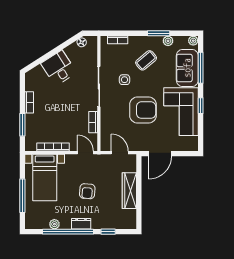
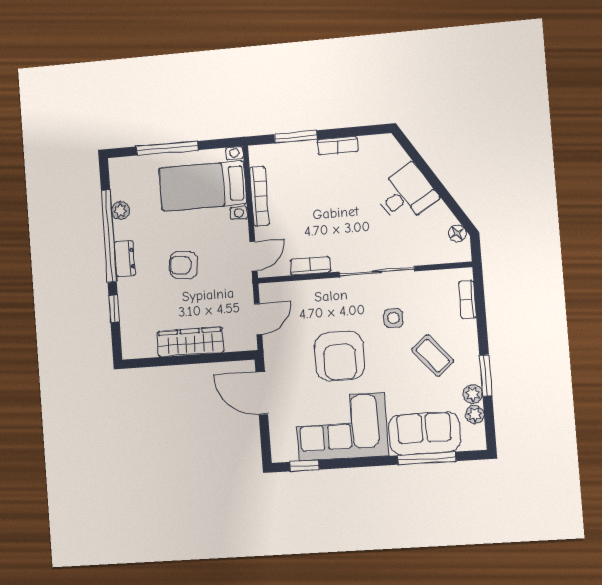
plant: (193, 41) -> (475, 415), moved
window: (201, 106) -> (305, 466), moved

